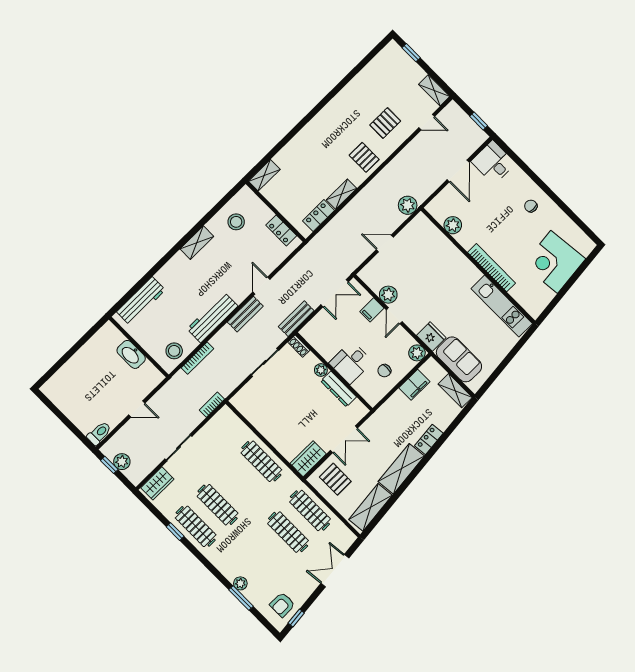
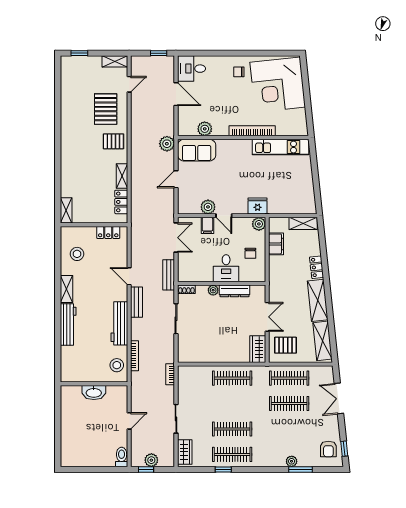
pallet: (385, 123) -> (106, 109), width x1.50, depth x1.42
corner desk: (554, 262) -> (278, 85), width x1.36, depth x1.36
workbench: (141, 301) -> (68, 325), moved
sofa: (459, 359) -> (197, 150), moved, turned 180

